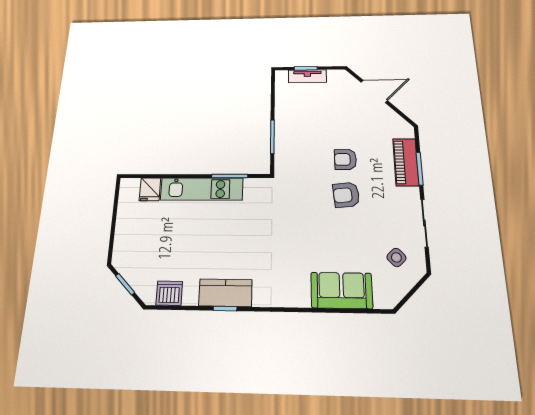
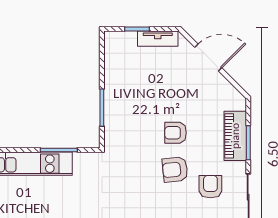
tv unit: (307, 76) -> (158, 39), moved
armchair: (384, 212) -> (210, 187), added

